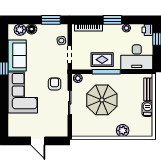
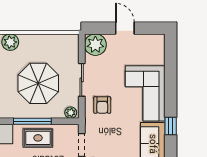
plant: (60, 129) -> (95, 45), added

